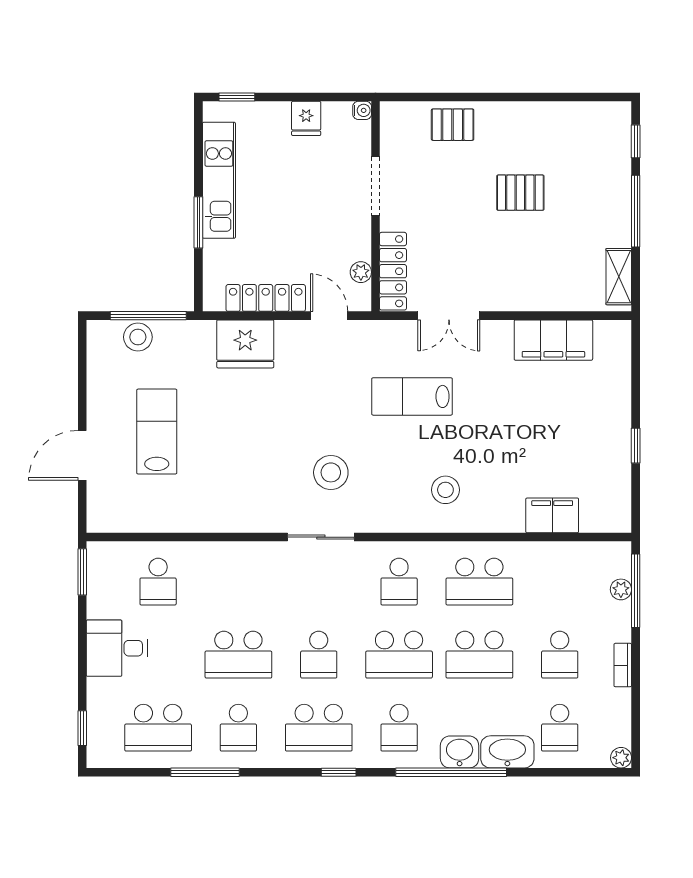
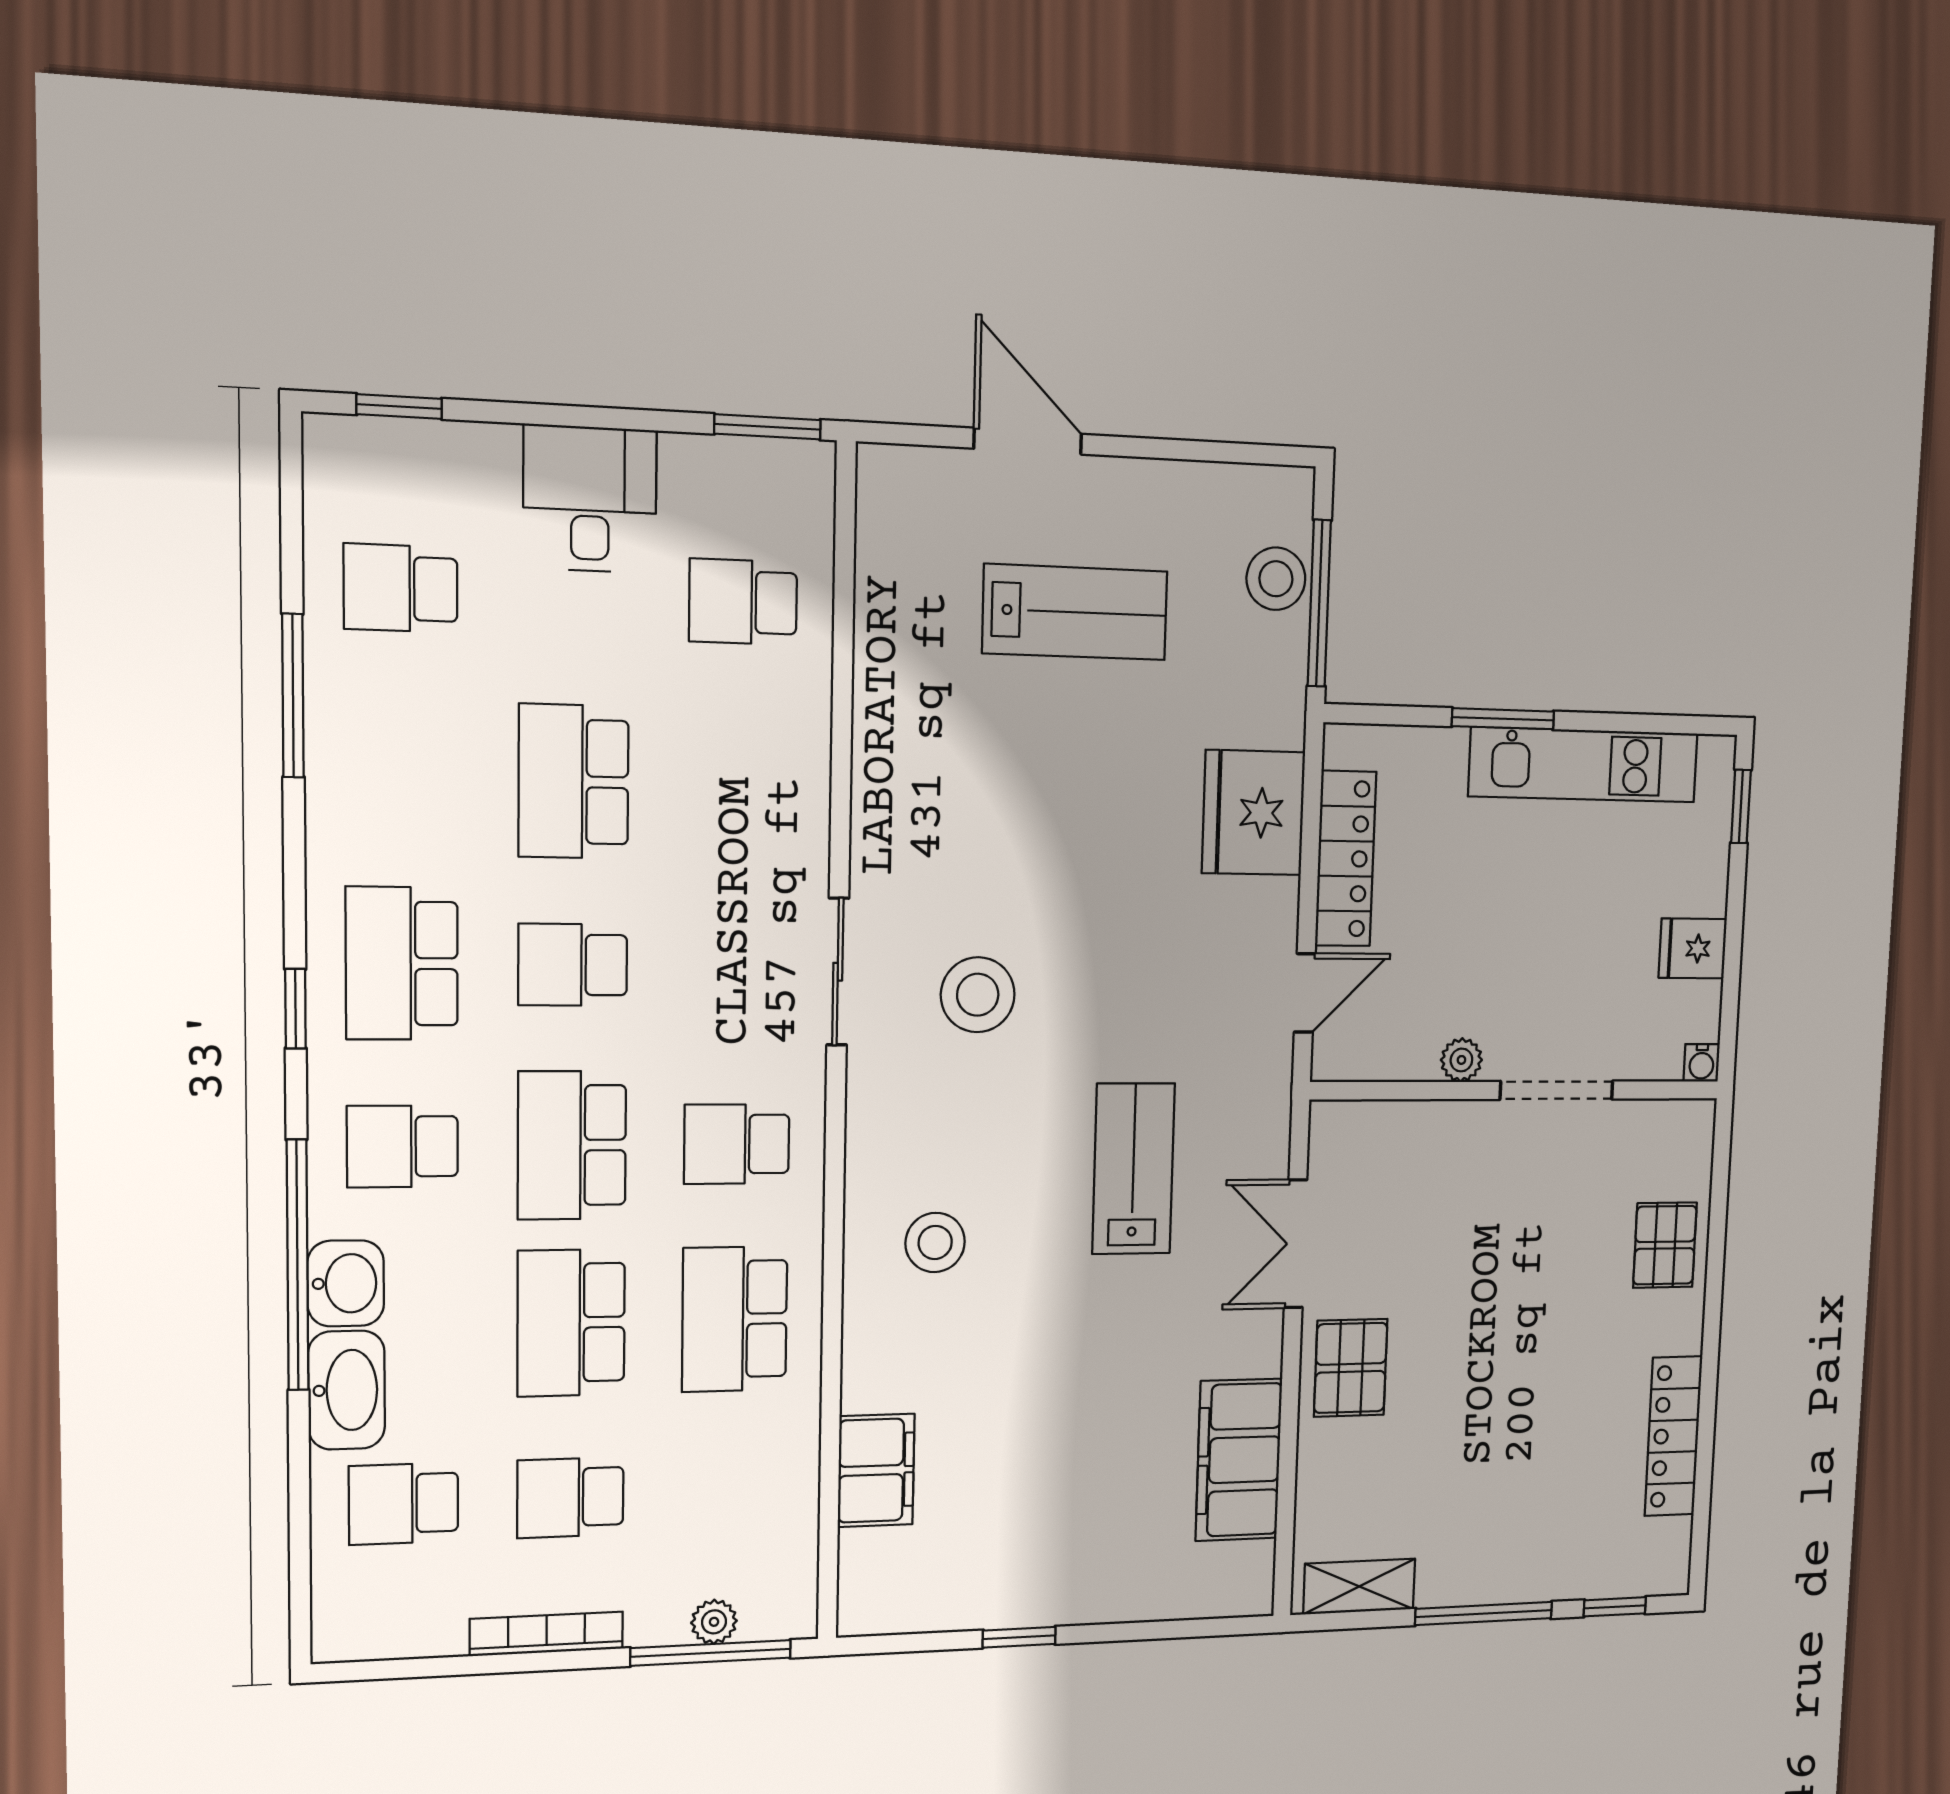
pallet: (520, 193) -> (1351, 1368), moved
locker: (393, 271) -> (1673, 1436), moved, turned 90
plant: (361, 272) -> (1461, 1060), moved
bookcase: (623, 665) -> (547, 1634), width x1.56
school desk: (158, 728) -> (401, 588), width x0.54
school desk: (238, 728) -> (401, 777), removed
plant: (621, 758) -> (335, 1640), removed

